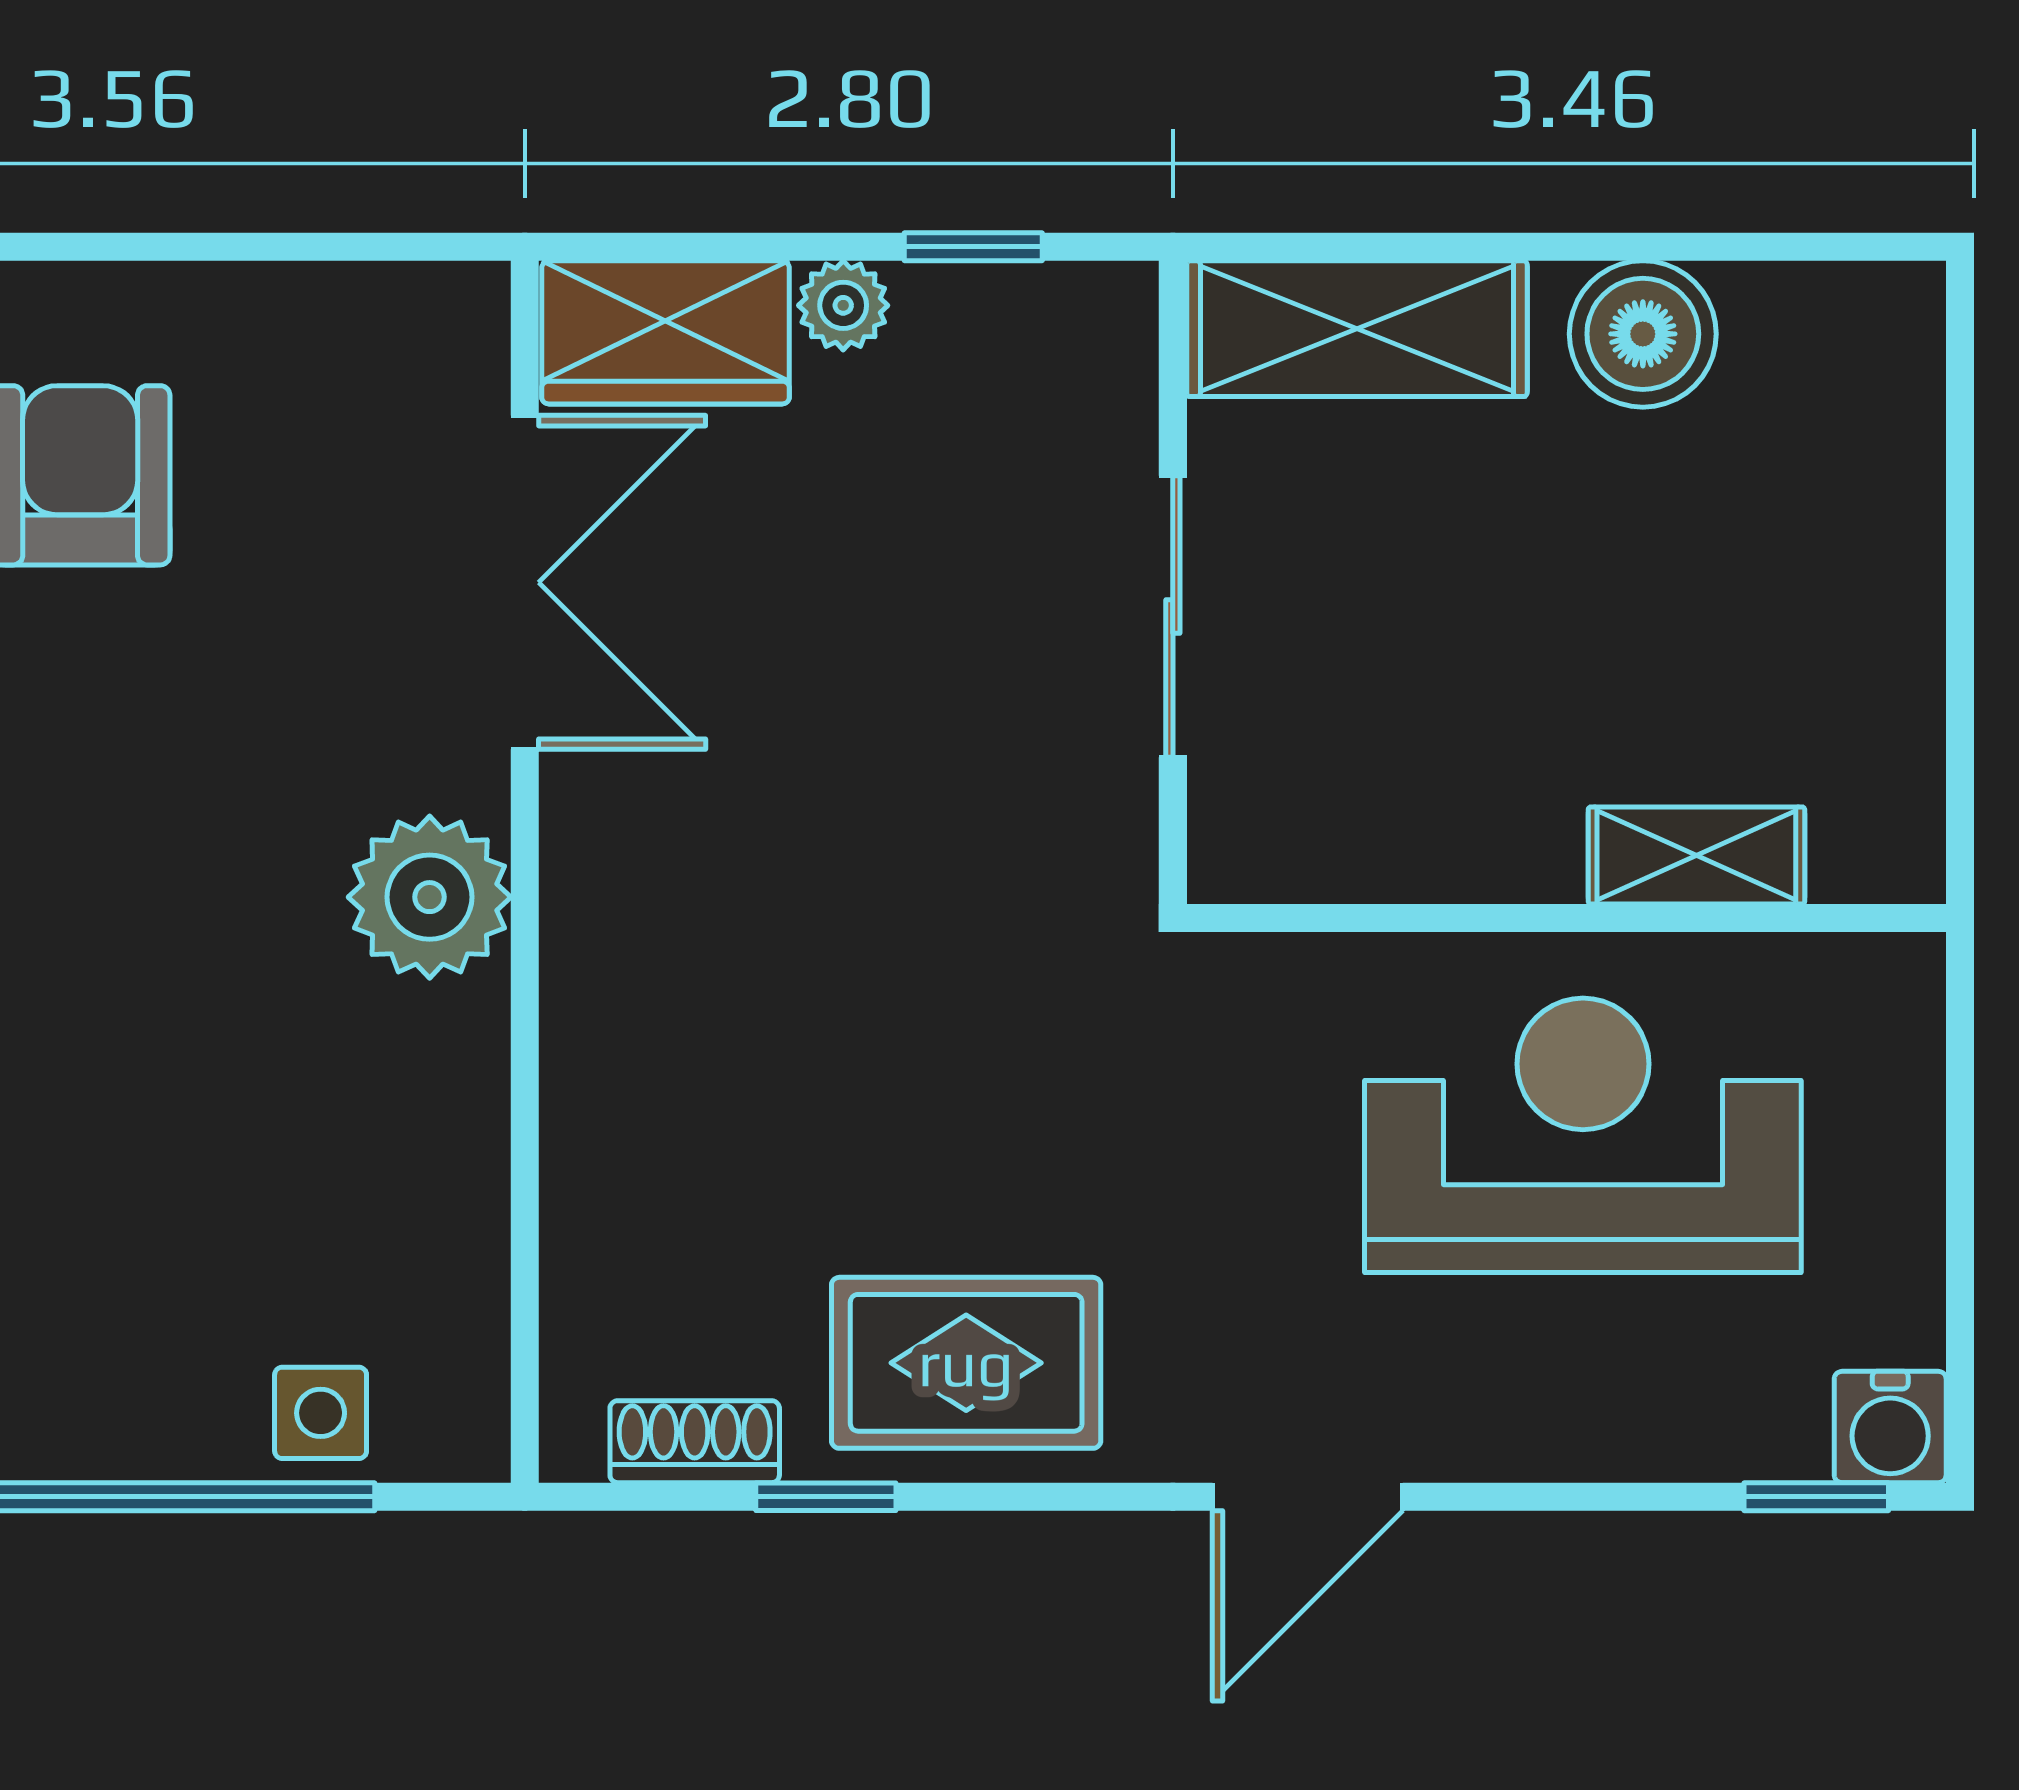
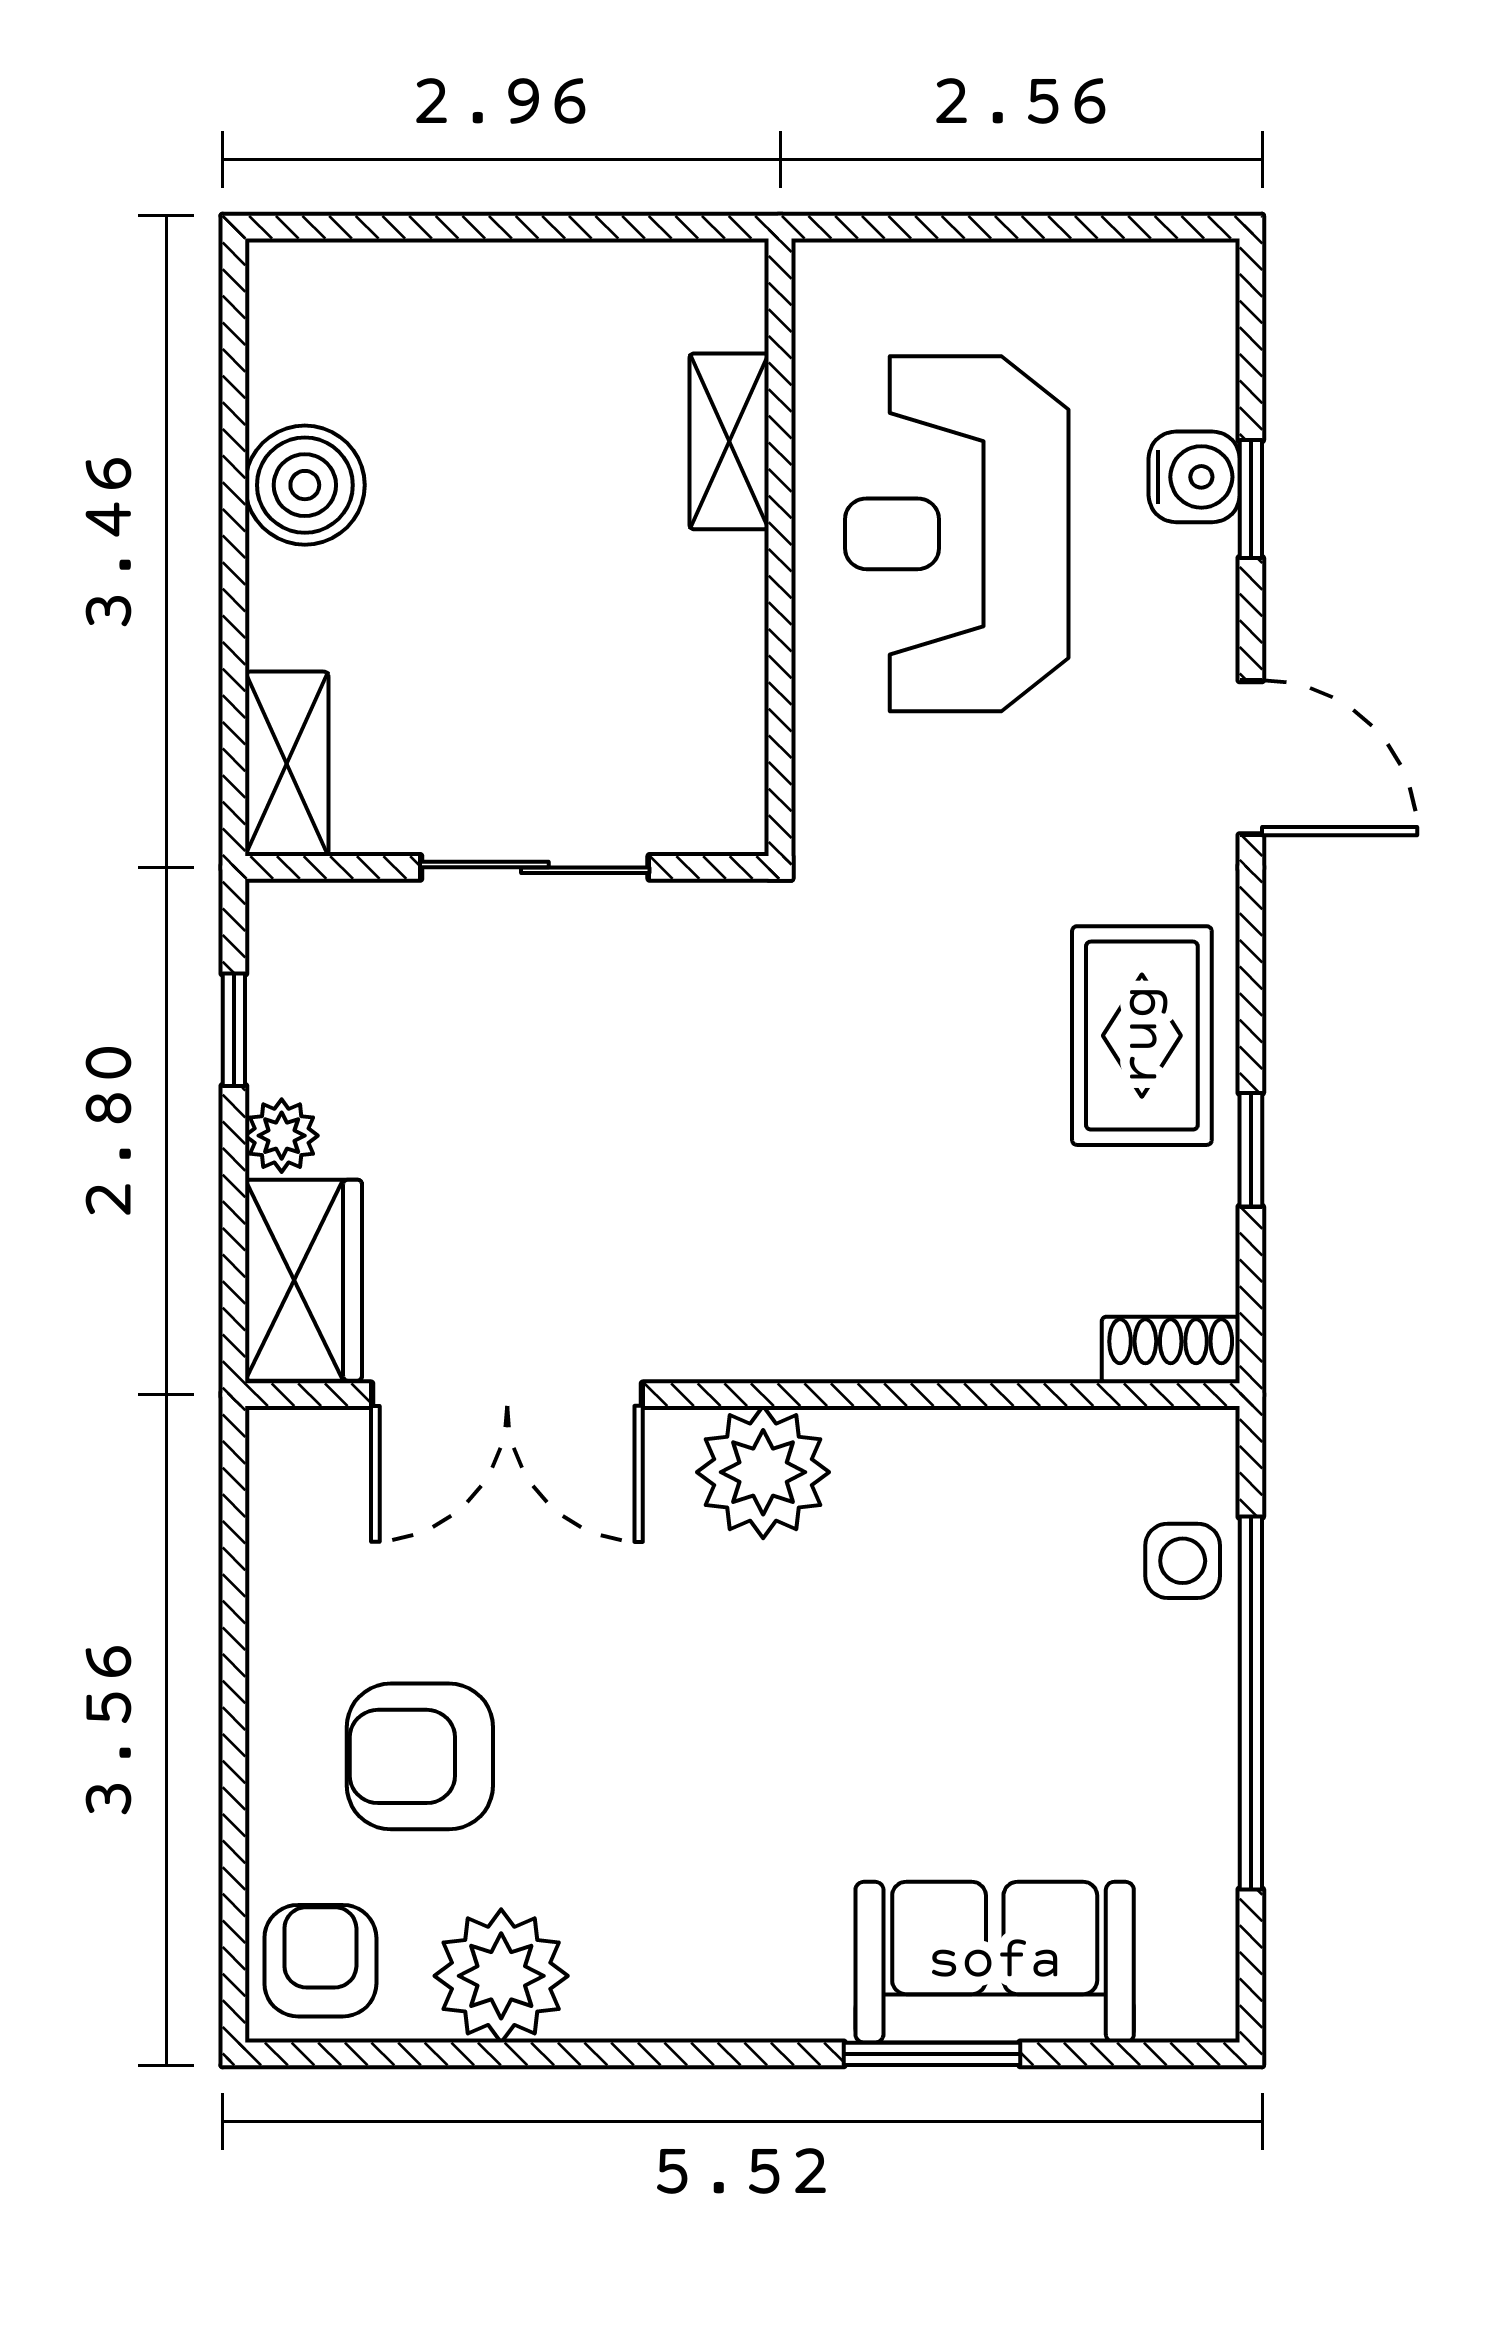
shelving: (1357, 329) -> (287, 764), width x0.67, depth x0.75
double door: (525, 582) -> (507, 1395), swing flipped
water cooler: (1890, 1427) -> (1194, 477), moved
shoe rack: (695, 1442) -> (1171, 1350), moved, turned 90
window: (1816, 1497) -> (1251, 499), moved

